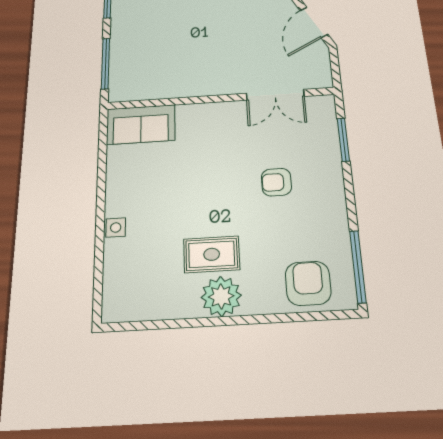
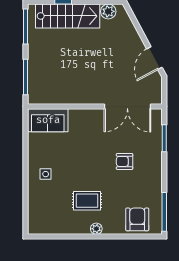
double door: (275, 95) -> (127, 106), width x1.37
side table: (116, 228) -> (46, 174), moved
plant: (221, 296) -> (96, 229), width x0.53, depth x0.53

